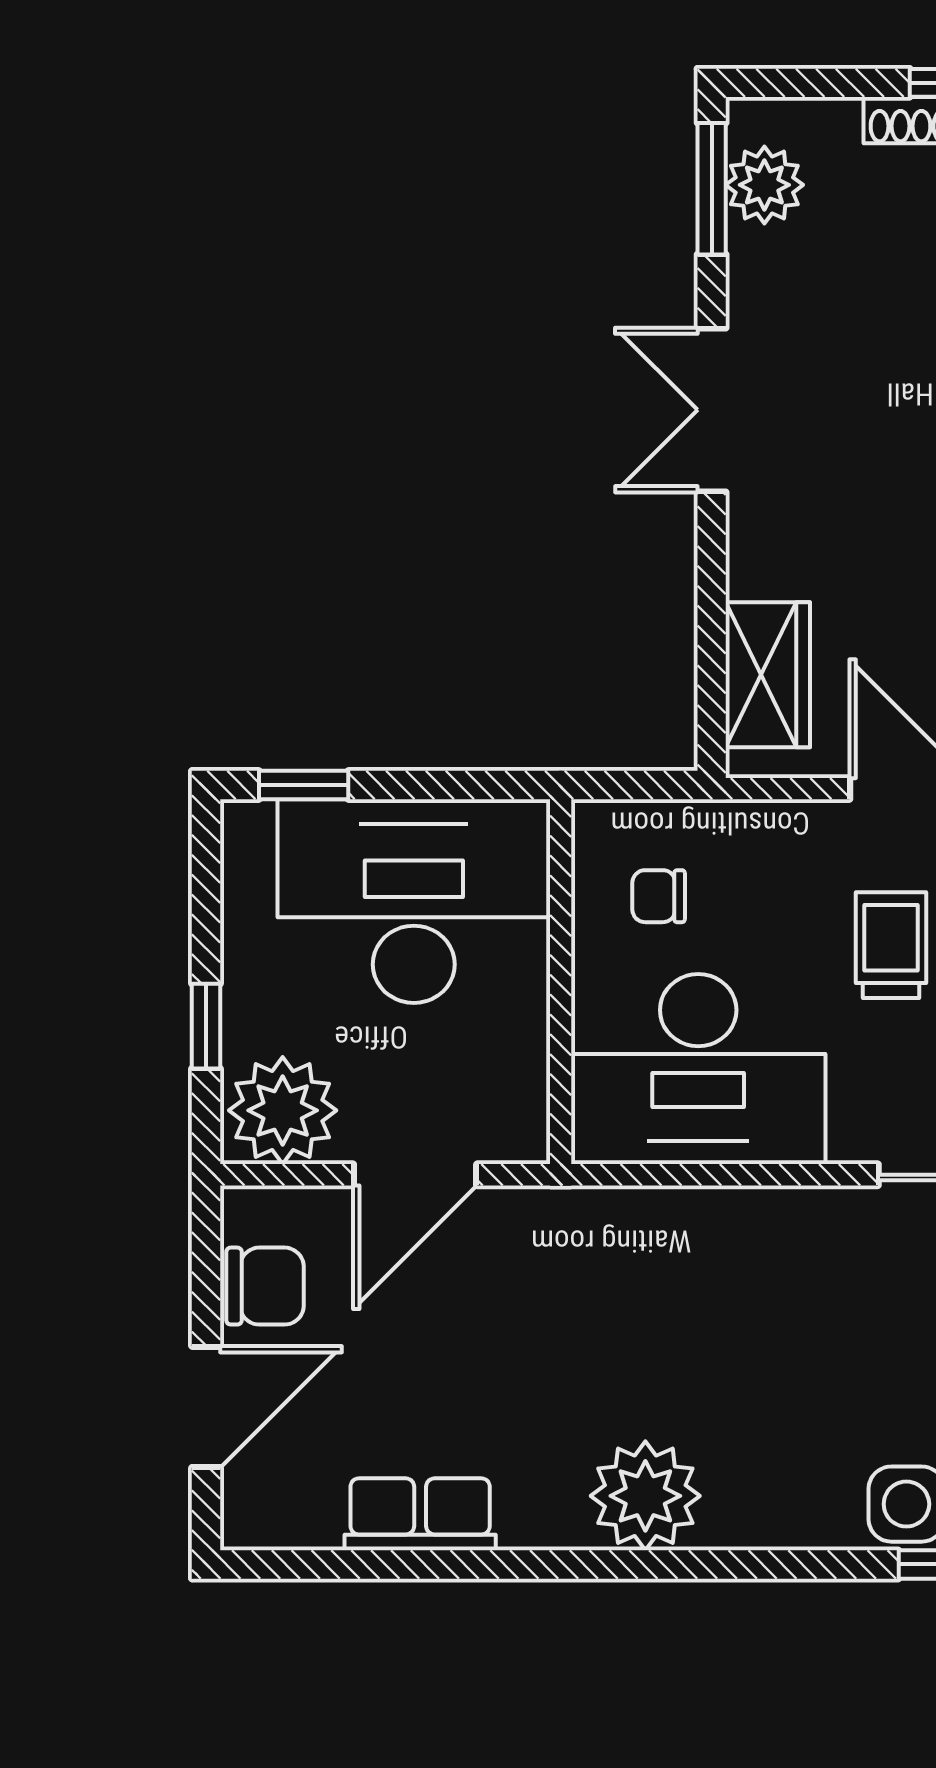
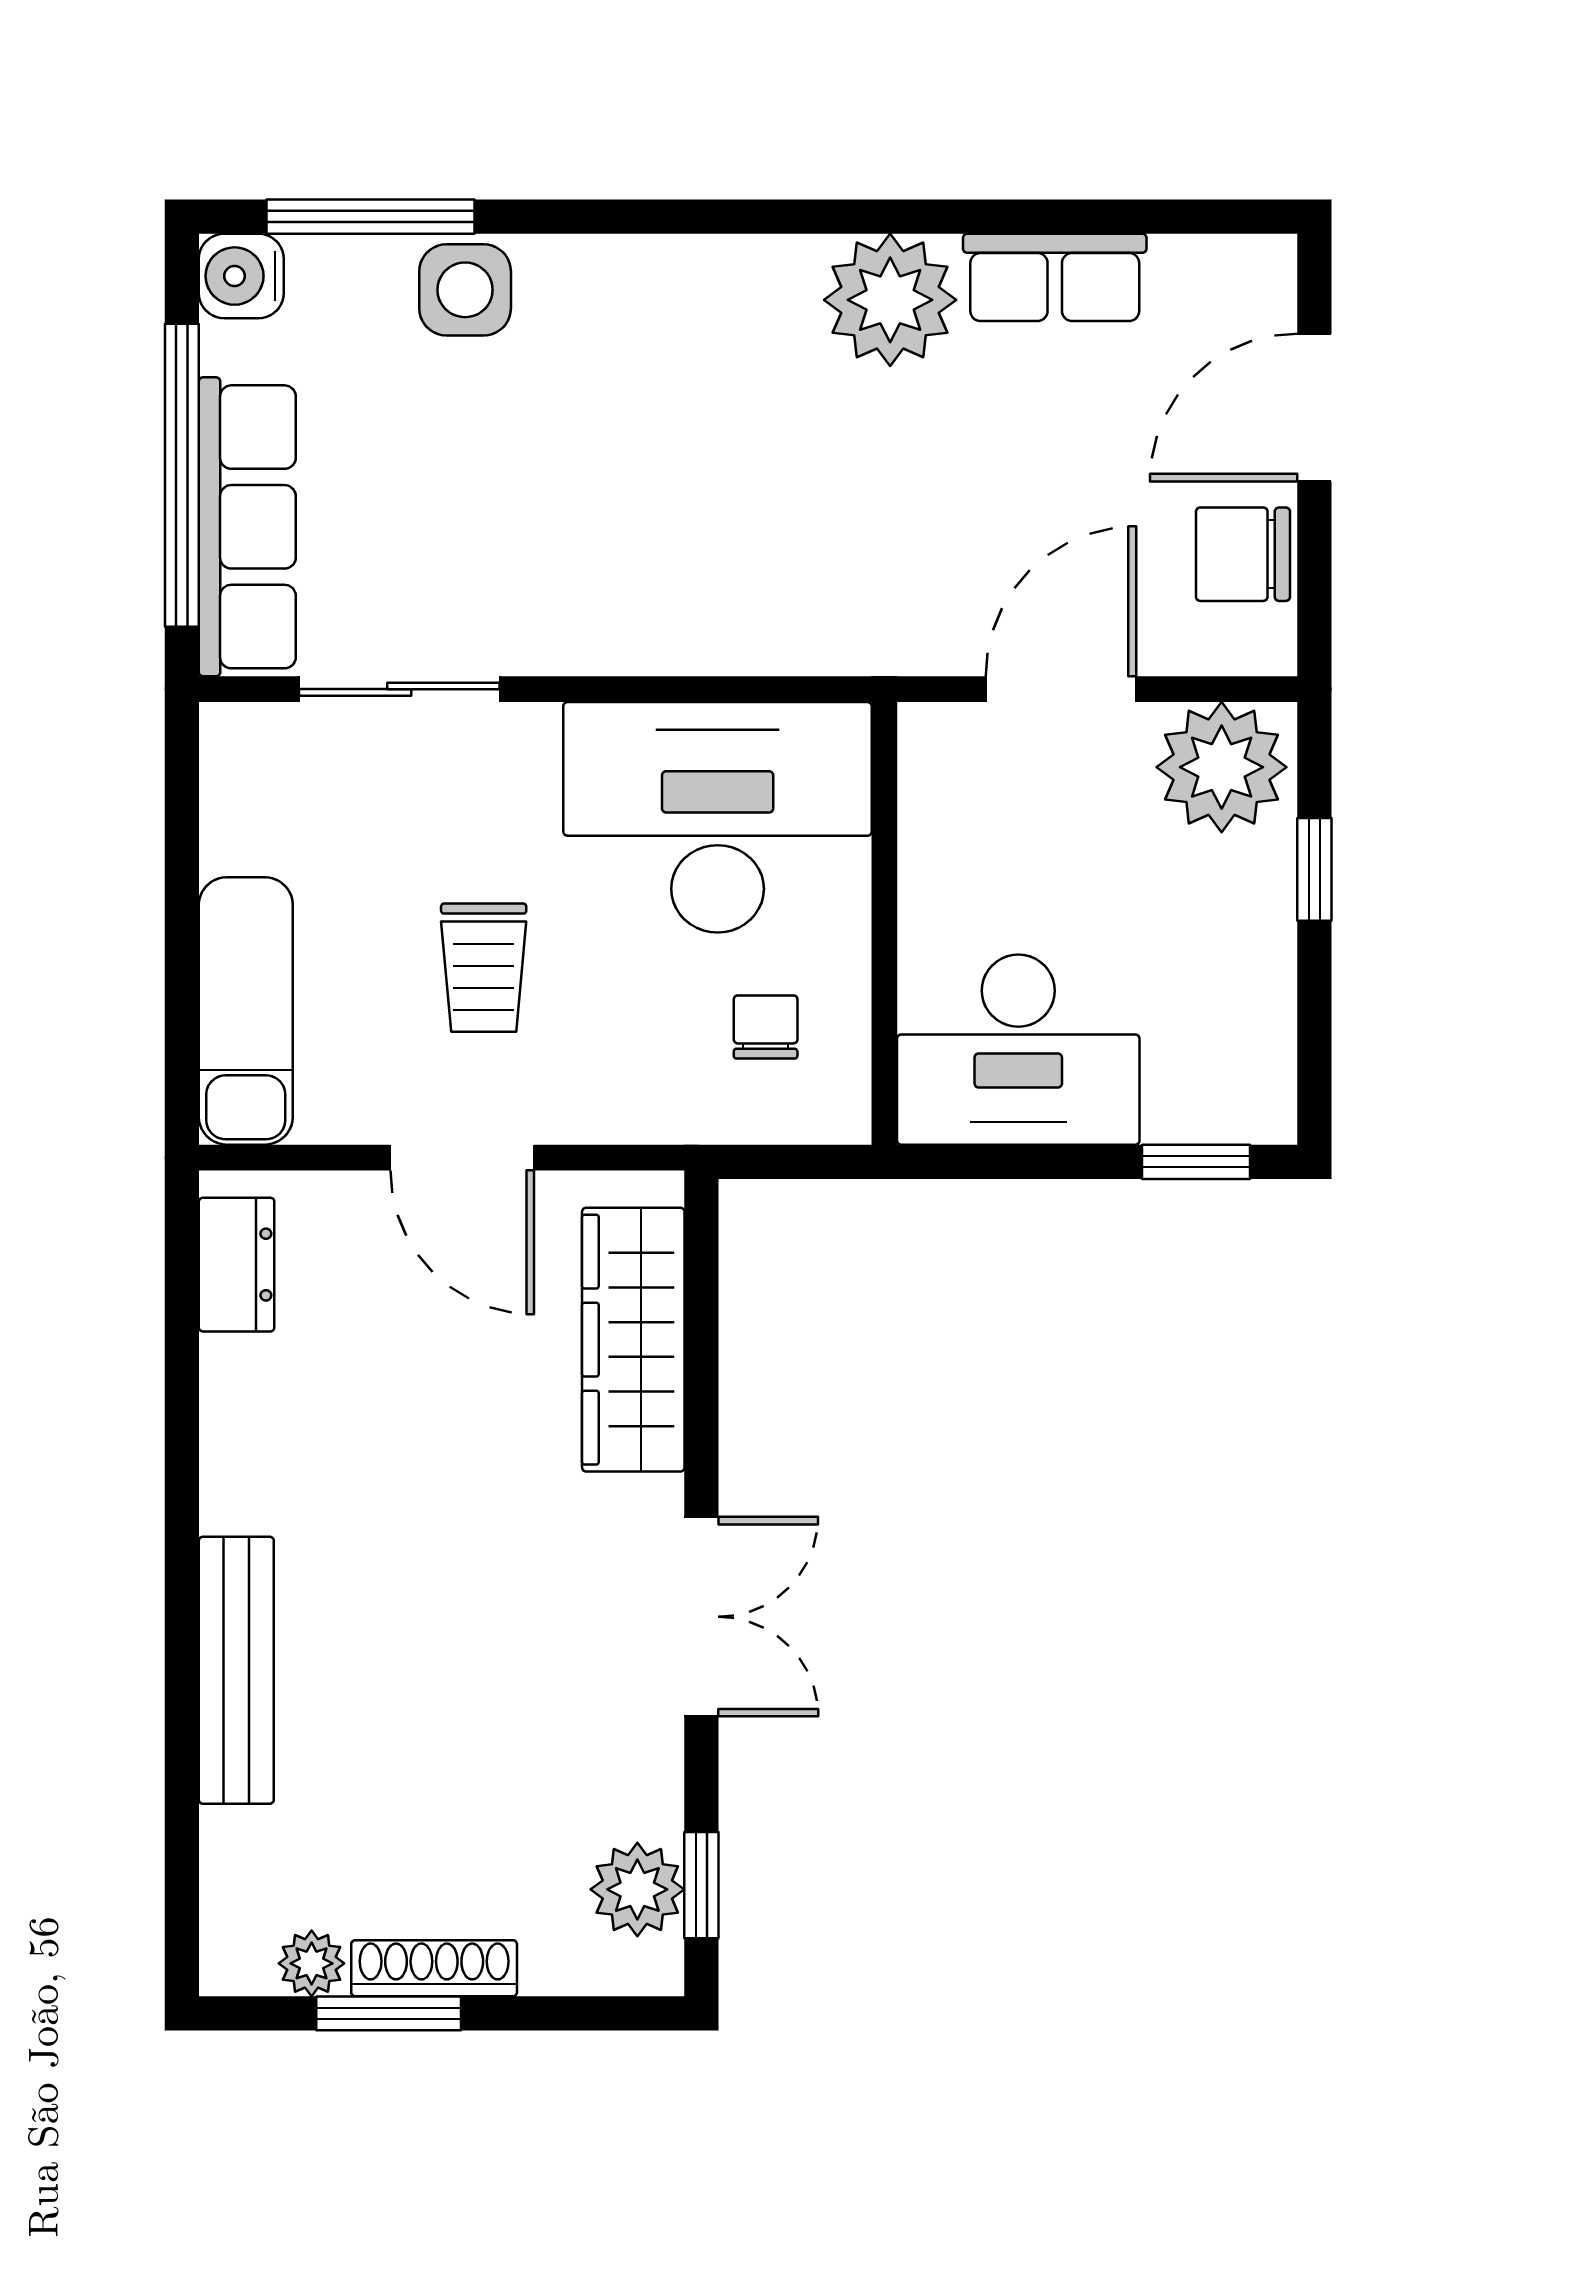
window: (712, 189) -> (701, 1885), width x0.67
wardrobe: (768, 675) -> (633, 1340), width x1.50
chair: (659, 896) -> (766, 1027), turned -90
desk: (414, 901) -> (1018, 1050), width x0.73, depth x0.77
plant: (645, 1496) -> (890, 300), moved

